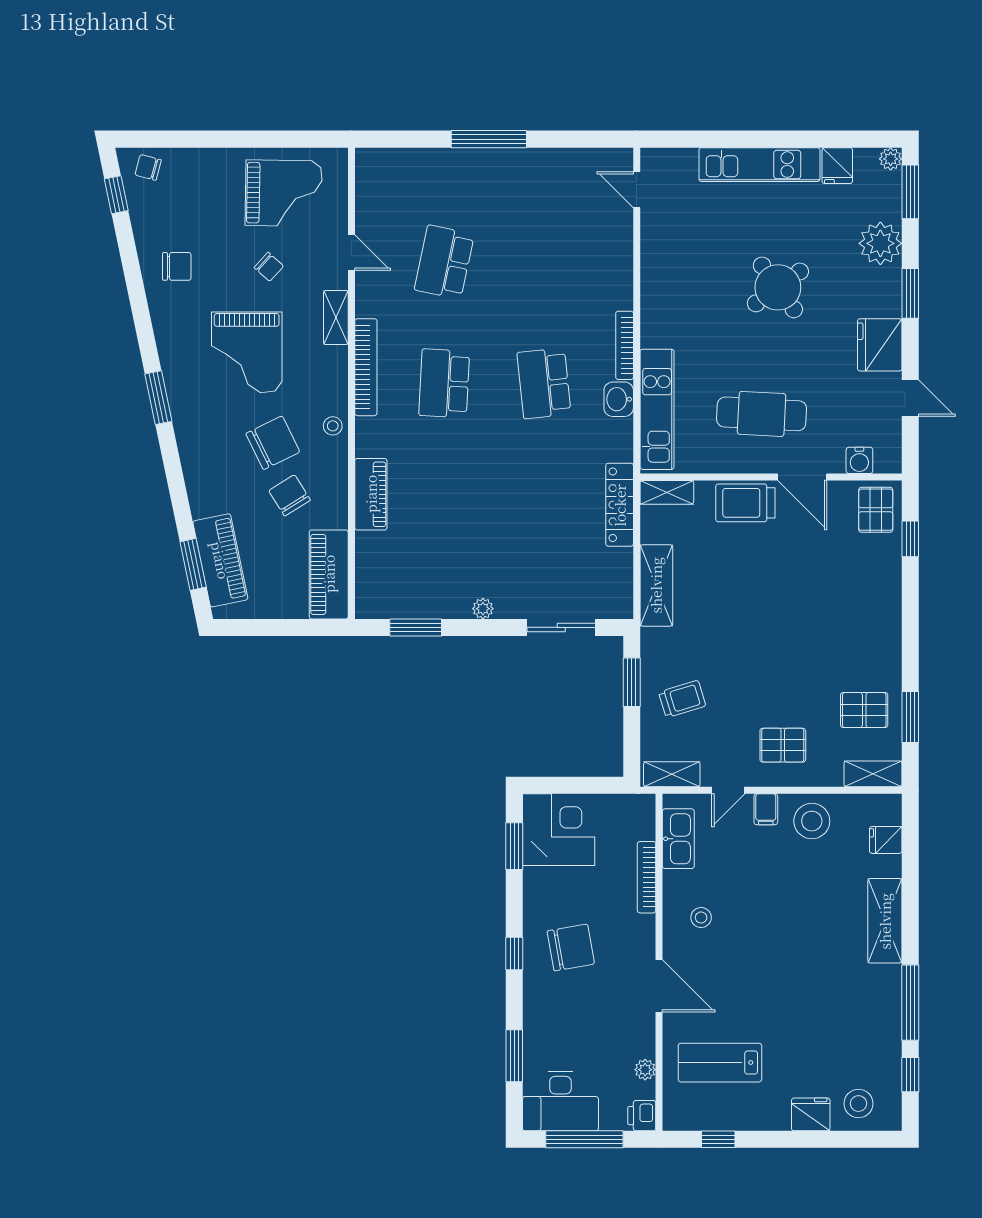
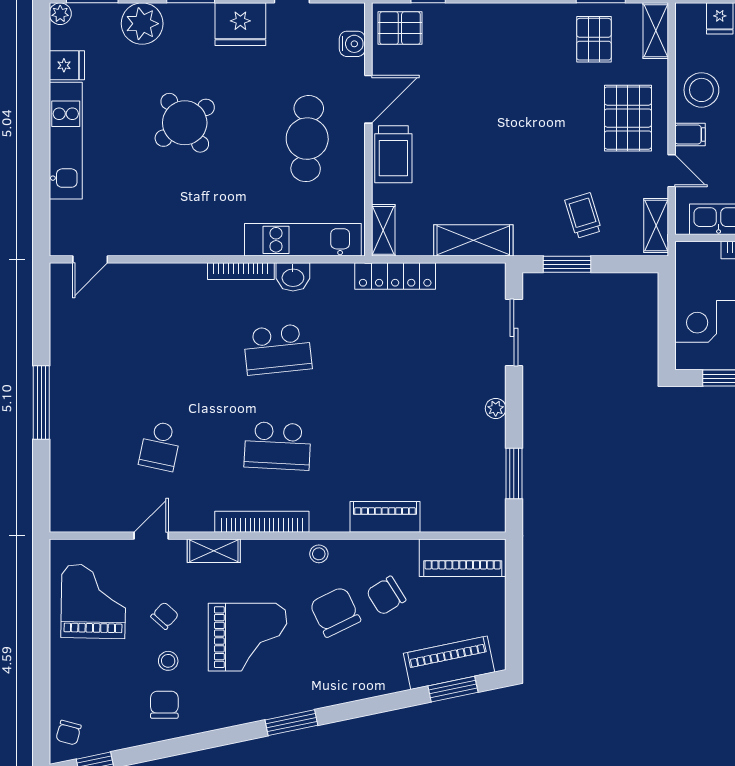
school desk: (444, 262) -> (160, 446), width x0.54
stool: (222, 270) -> (168, 661), added
pallet: (783, 745) -> (628, 118), width x1.50, depth x1.42

